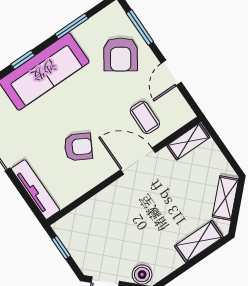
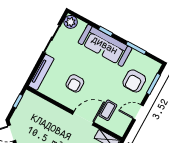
armchair: (121, 54) -> (134, 81), turned -34
armchair: (78, 147) -> (75, 83), turned 61
door: (138, 161) -> (83, 118), hinge flipped

